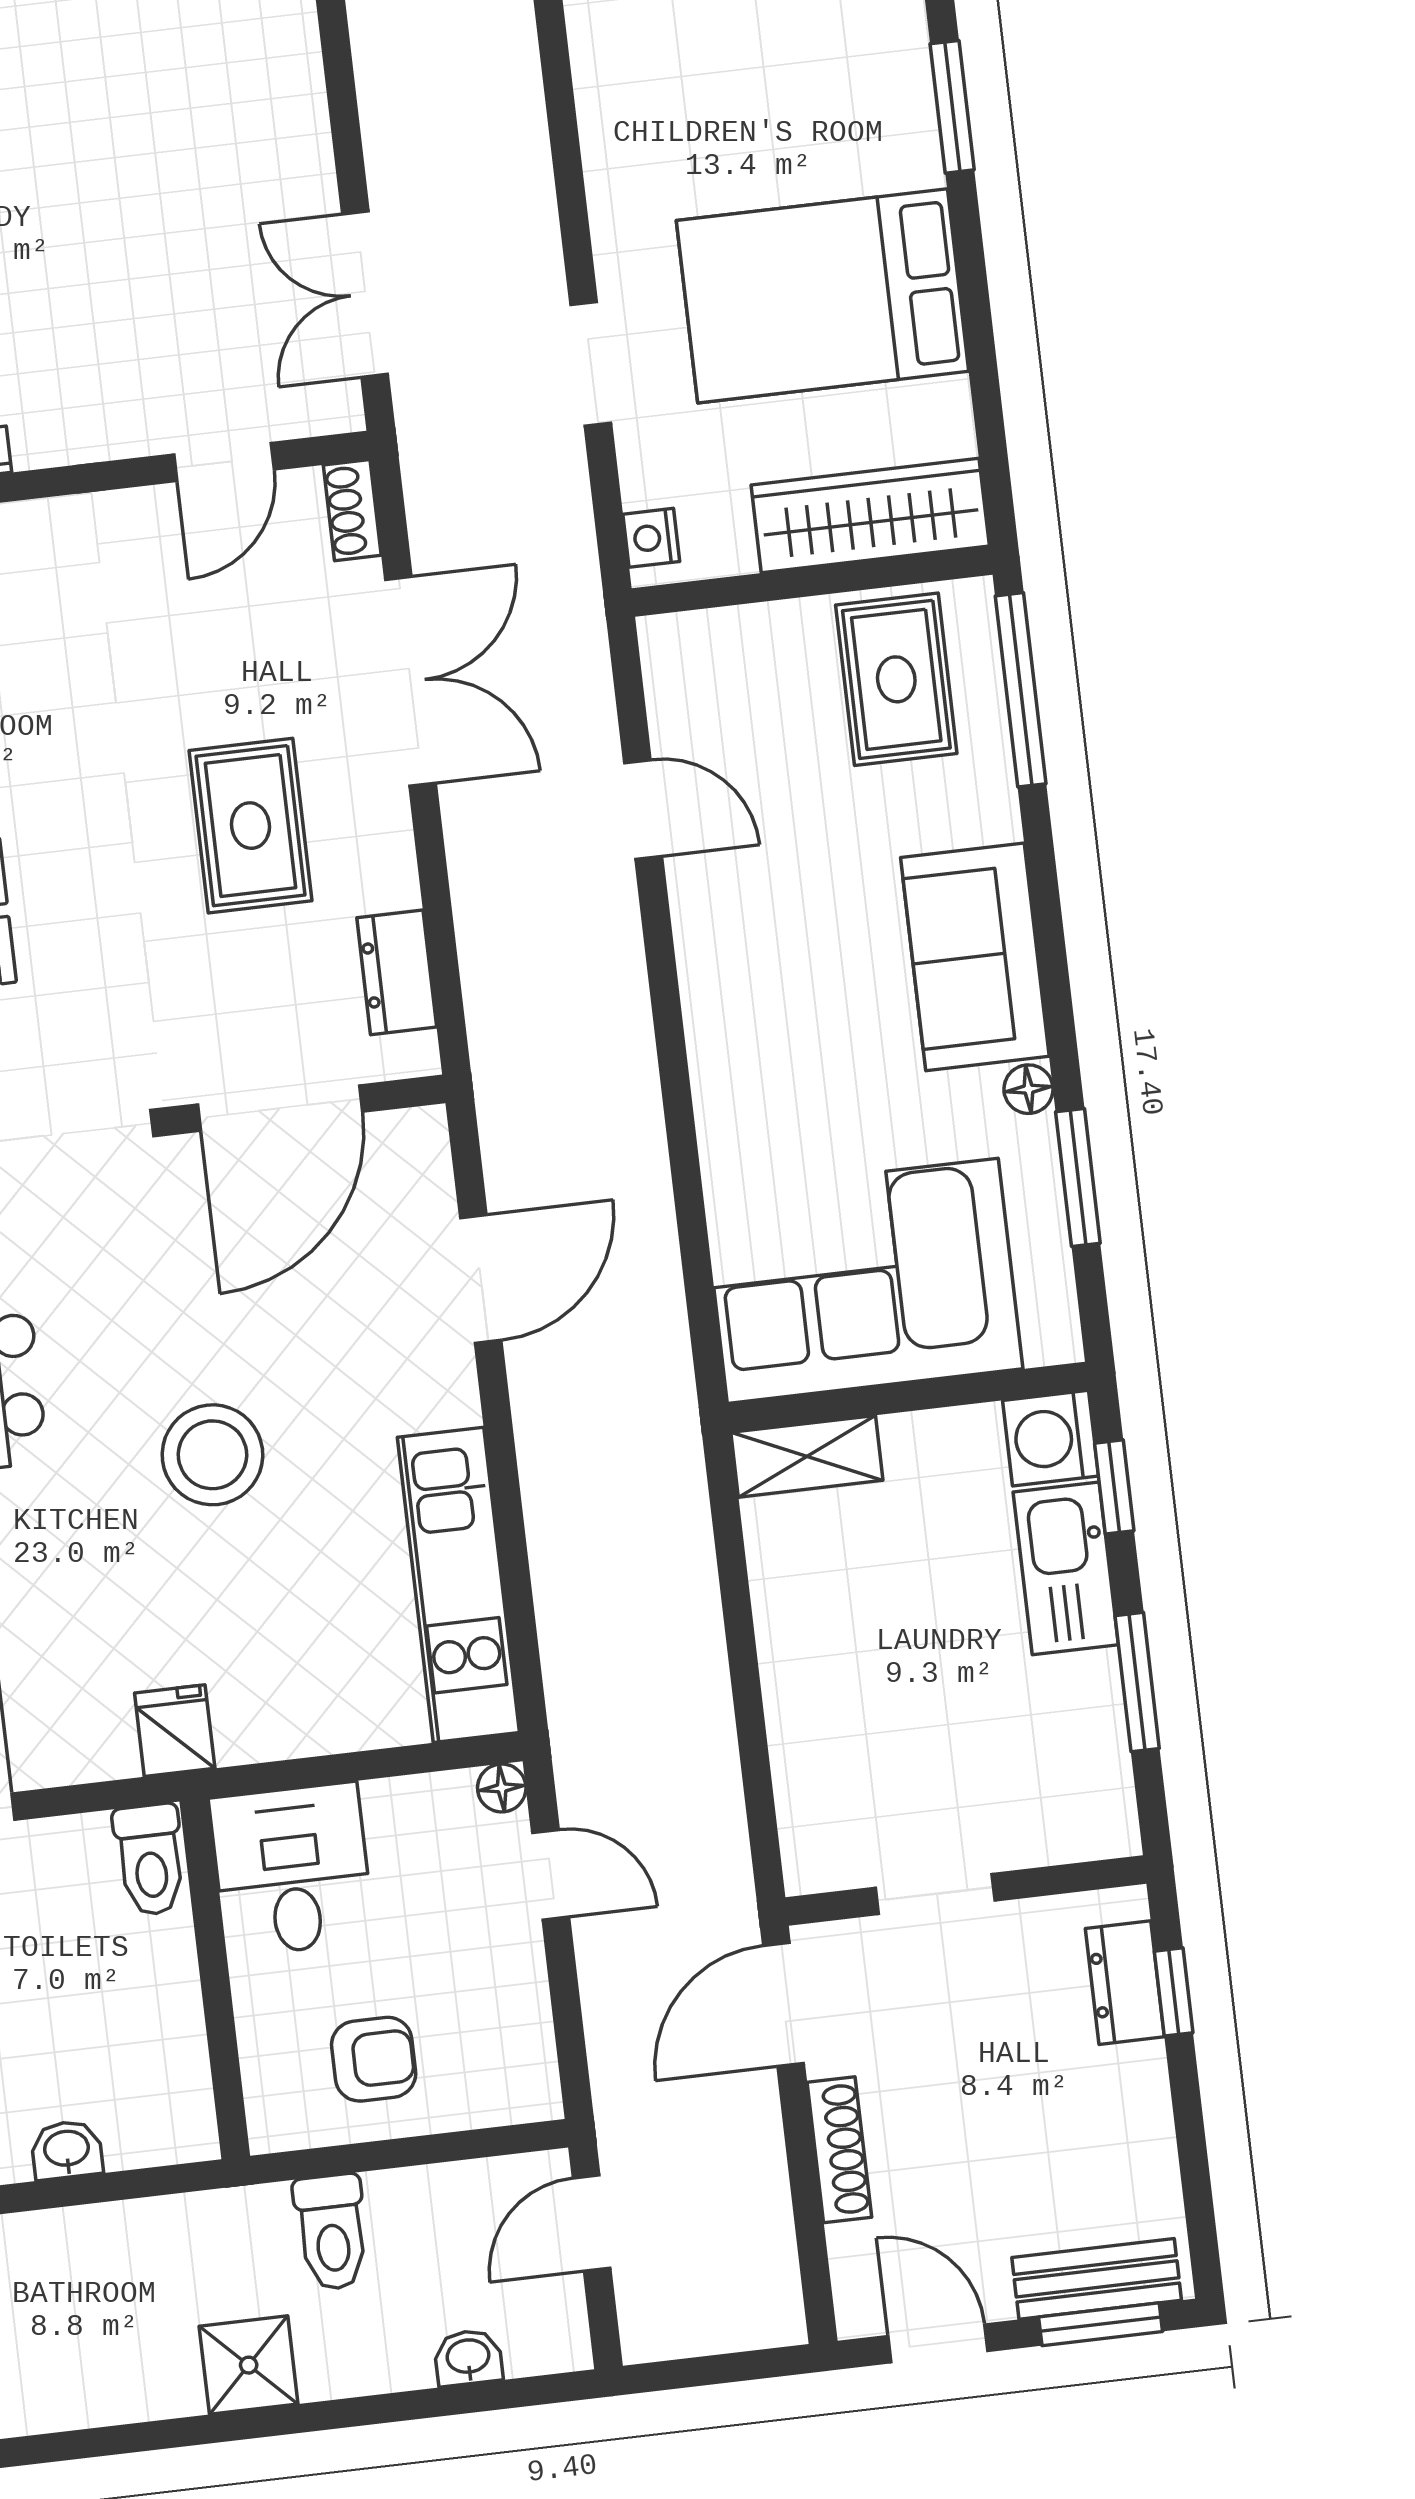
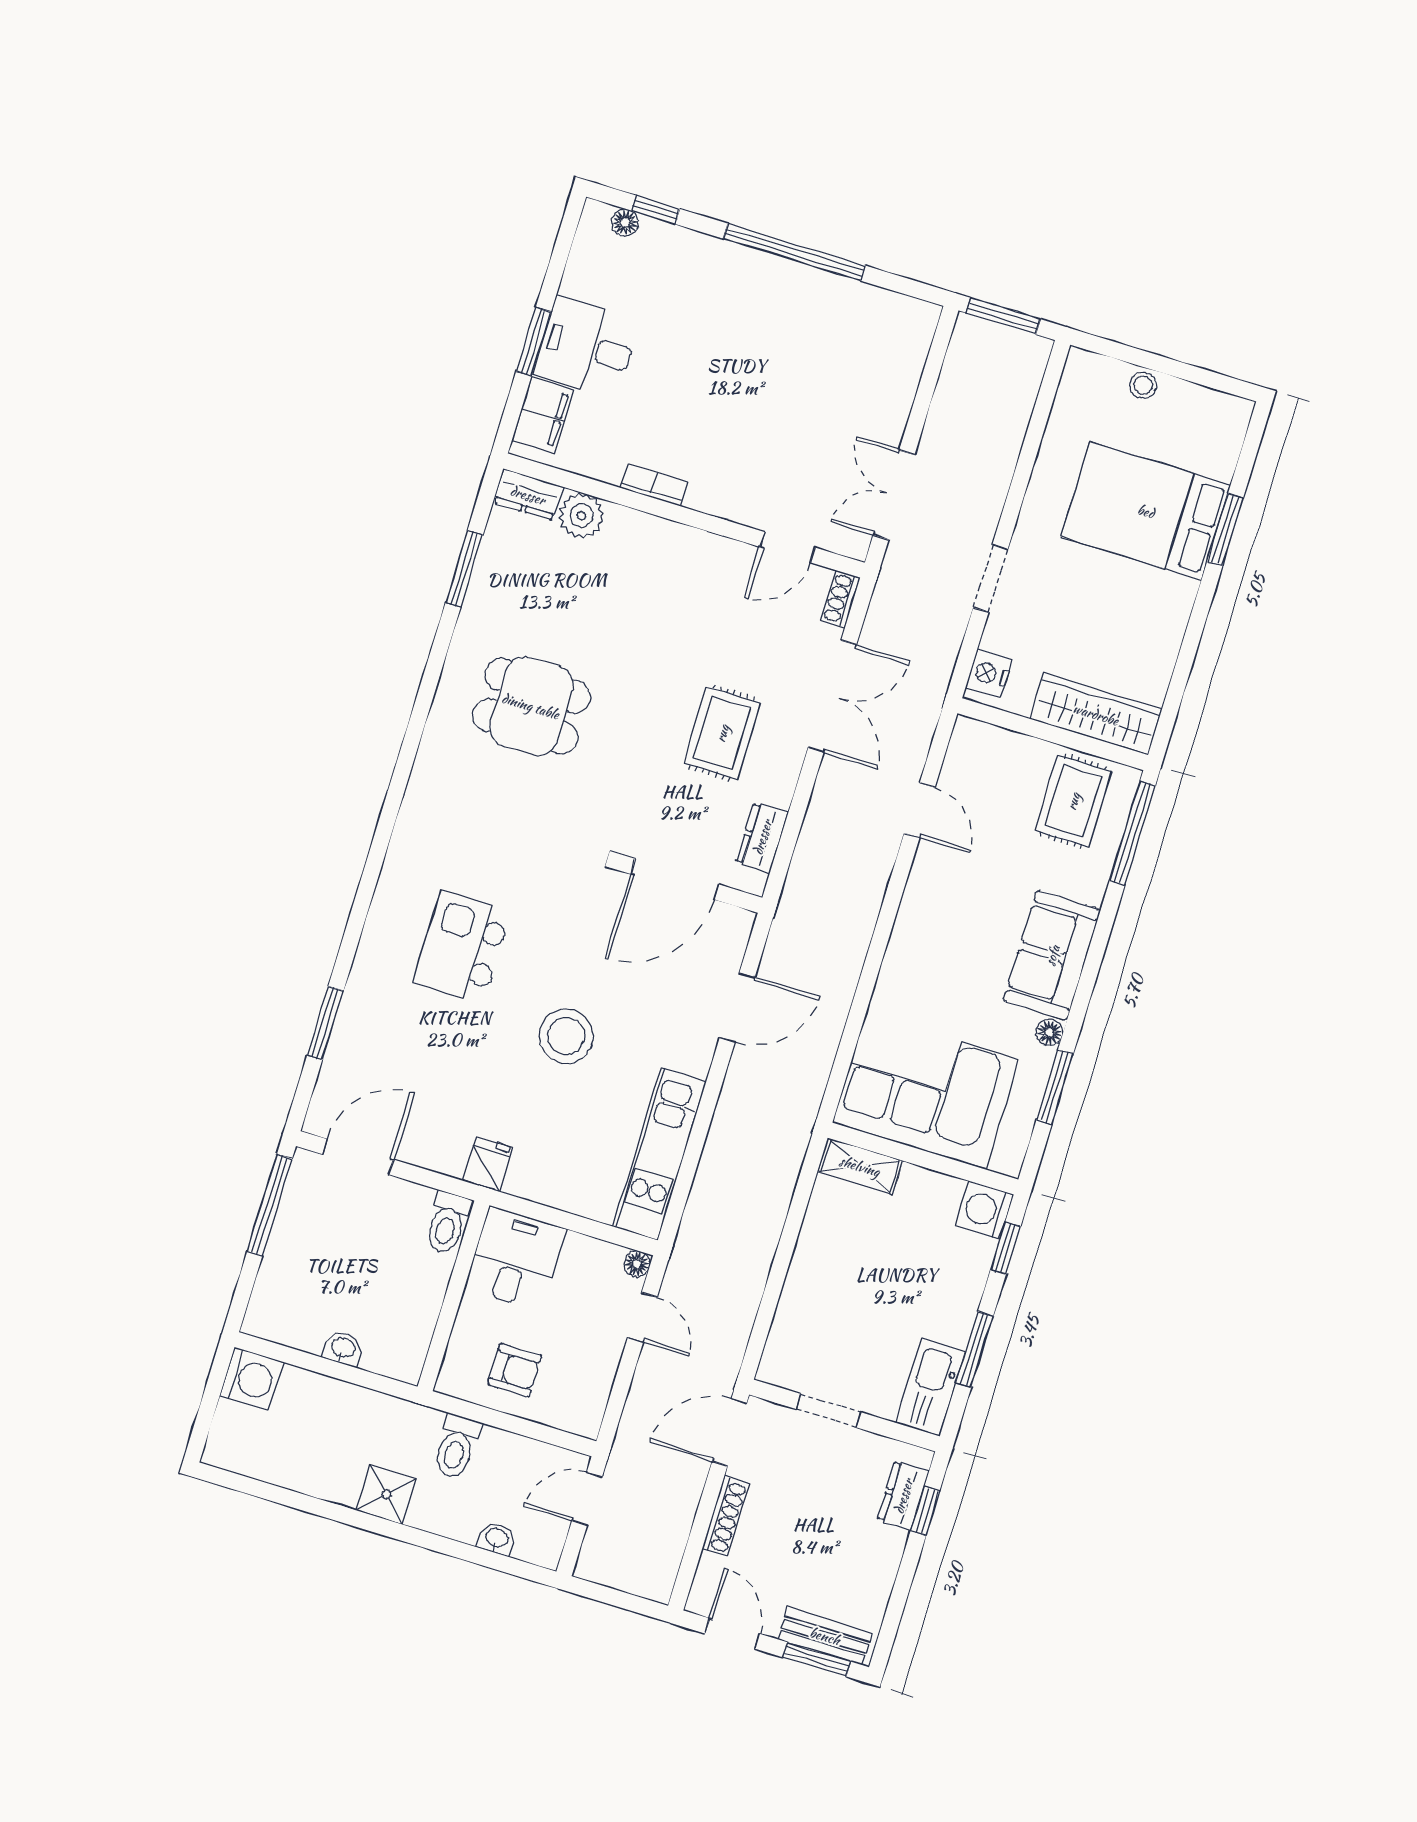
bed: (823, 296) -> (1146, 511), moved
nightstand: (651, 538) -> (989, 674), width x1.39, depth x1.35
kitchen sink: (1066, 1568) -> (930, 1387), moved

